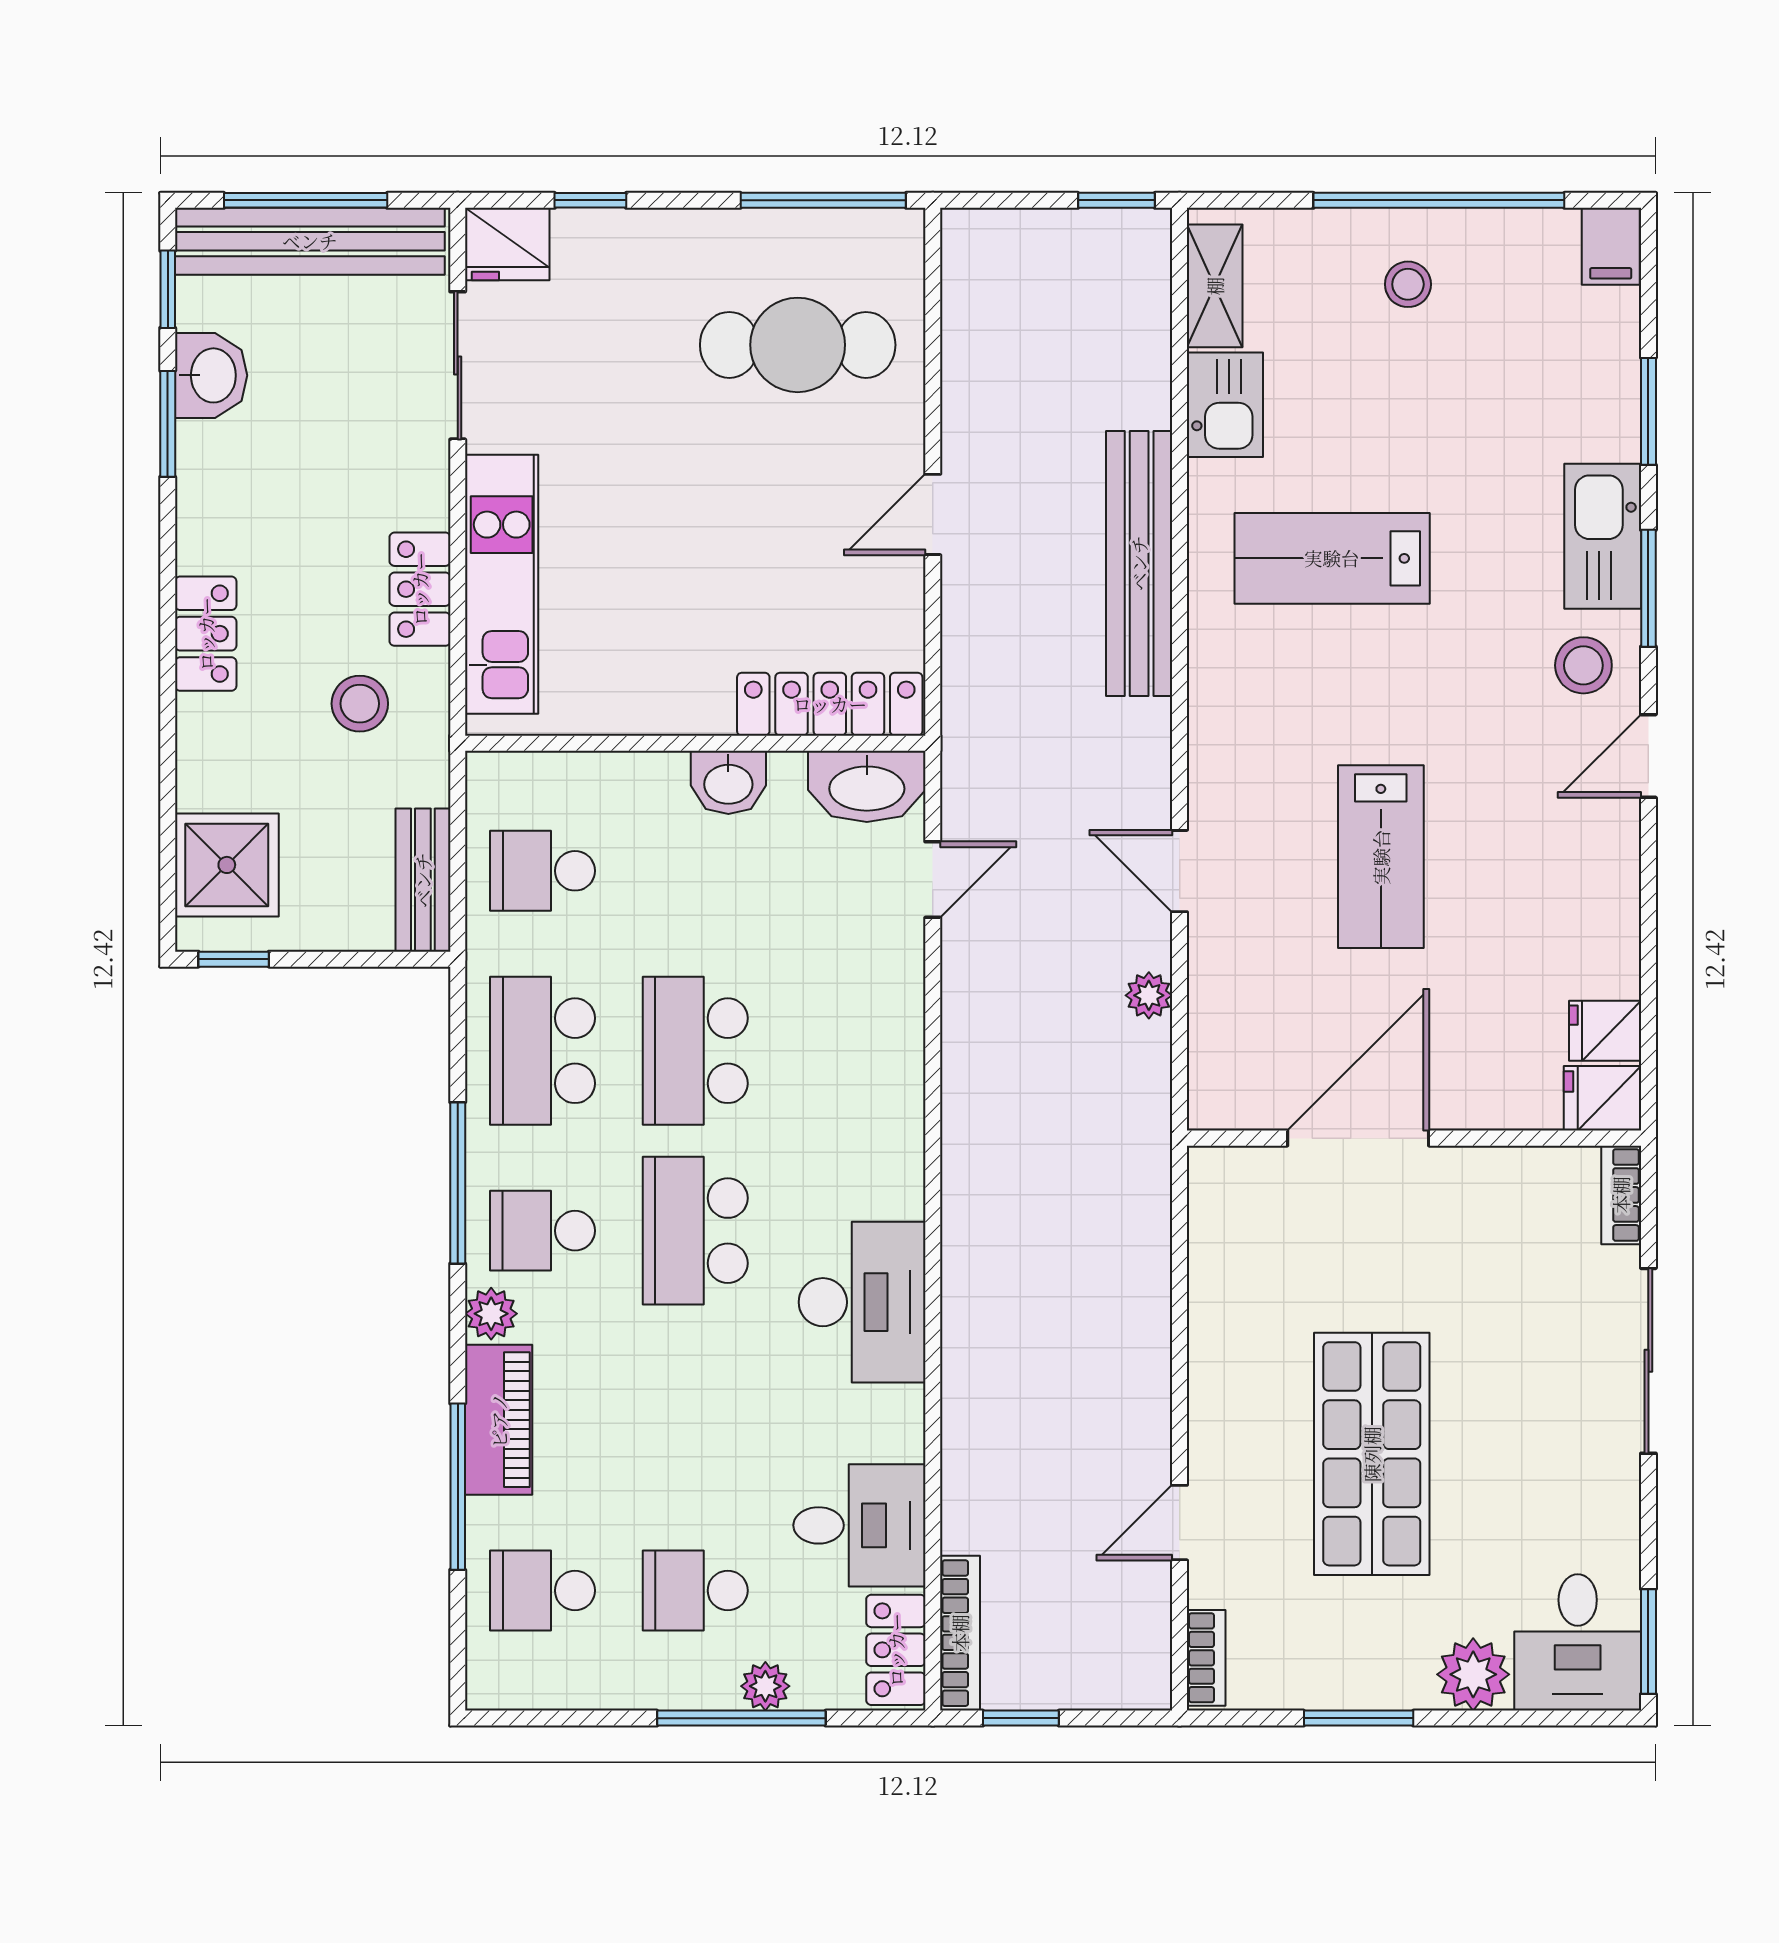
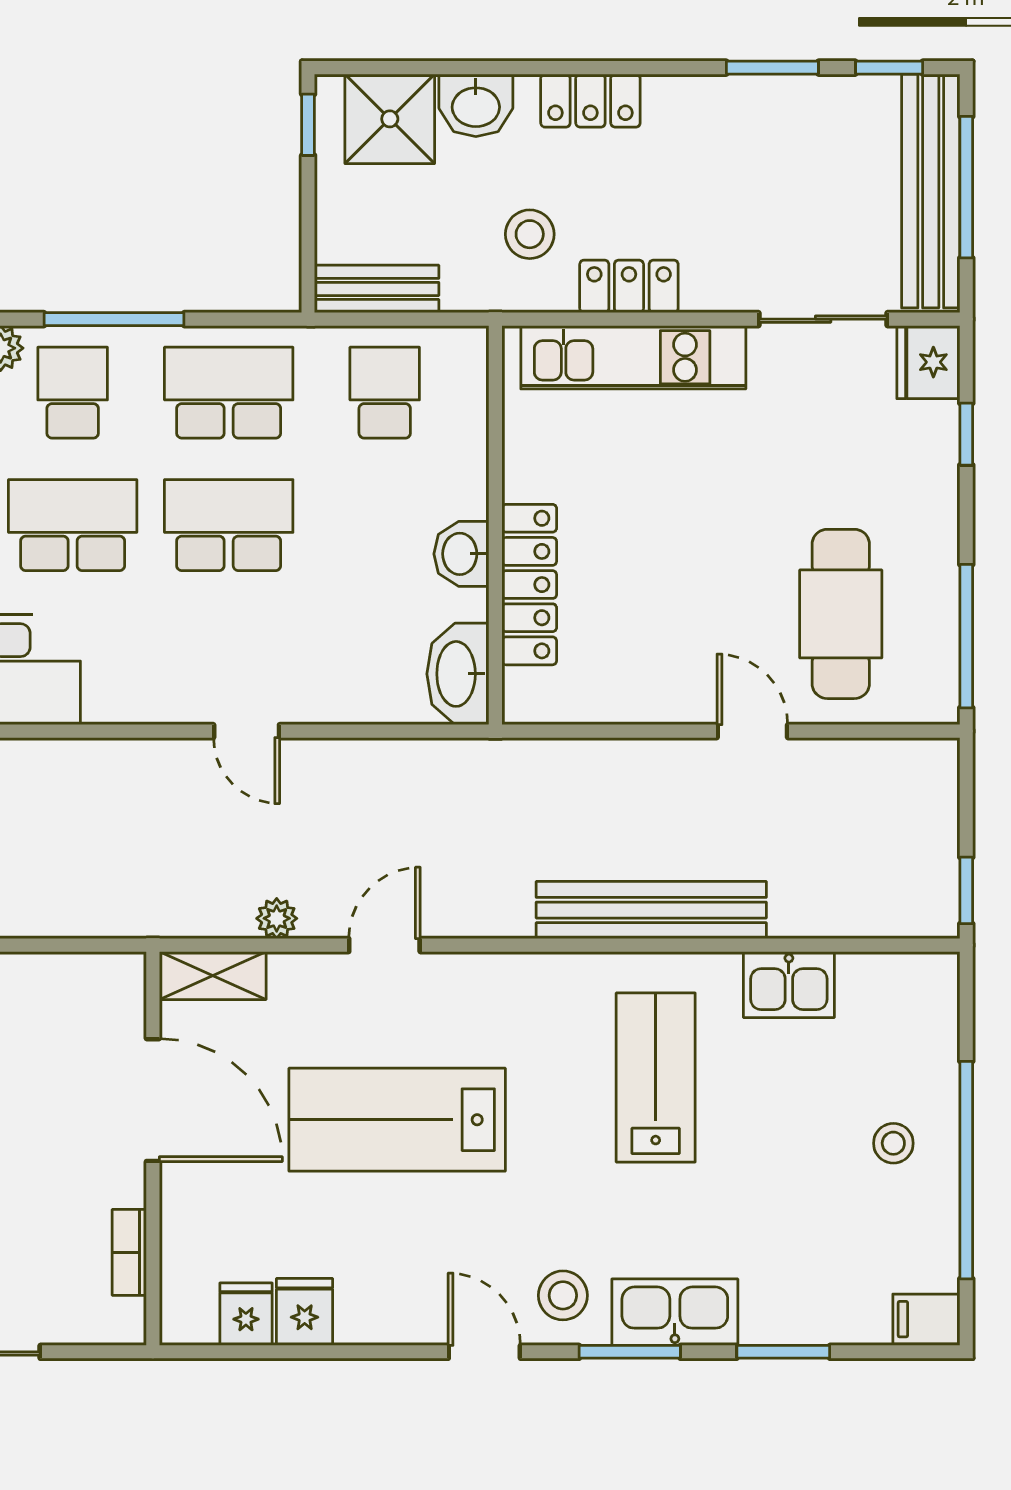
shelving: (1215, 286) -> (213, 976), moved
washbasin: (211, 375) -> (476, 105), moved
door: (933, 514) -> (752, 731), moved
locker: (830, 704) -> (529, 585), moved
lab bench: (1381, 857) -> (397, 1120), width x1.36, depth x1.39
door: (933, 880) -> (247, 731), moved
fridge: (1602, 1098) -> (305, 1312), moved
bookcase: (1621, 1195) -> (129, 1252), moved, turned -90

